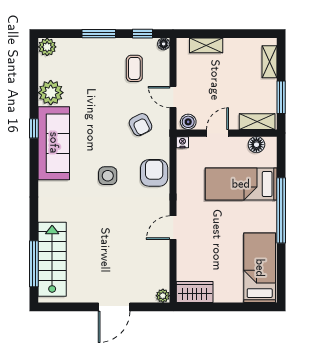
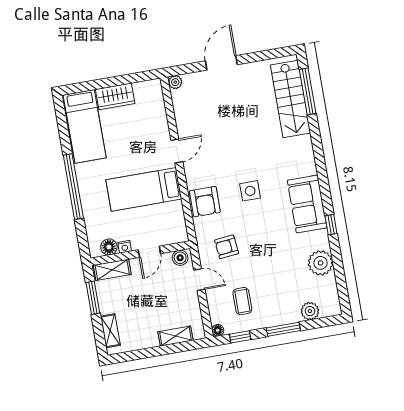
plant: (47, 47) -> (310, 311), moved
armchair: (141, 125) -> (227, 247), turned -69
nightstand: (182, 142) -> (125, 247), moved
sofa: (54, 143) -> (307, 204), width x0.73
bed: (241, 184) -> (144, 189), moved, turned 180
wardrobe: (195, 292) -> (115, 96), moved

